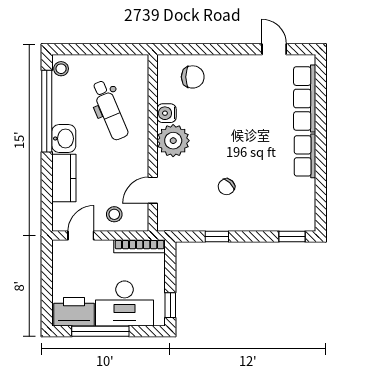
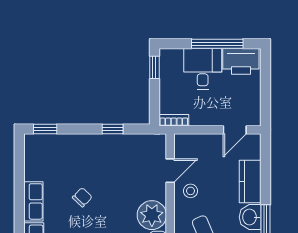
chair: (226, 187) -> (82, 197), moved
stool: (114, 214) -> (191, 191), moved
bookcase: (140, 246) -> (174, 120), width x0.64
desk: (125, 303) -> (203, 69), width x0.73

